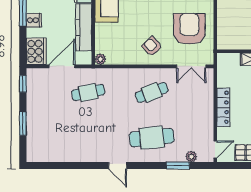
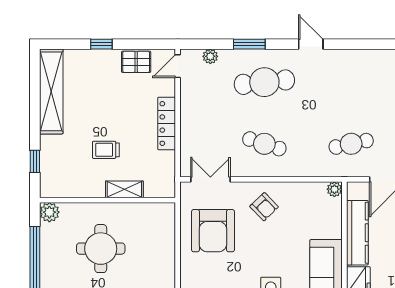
cafe table: (152, 92) -> (264, 144), turned 39
window: (178, 166) -> (249, 44), moved

